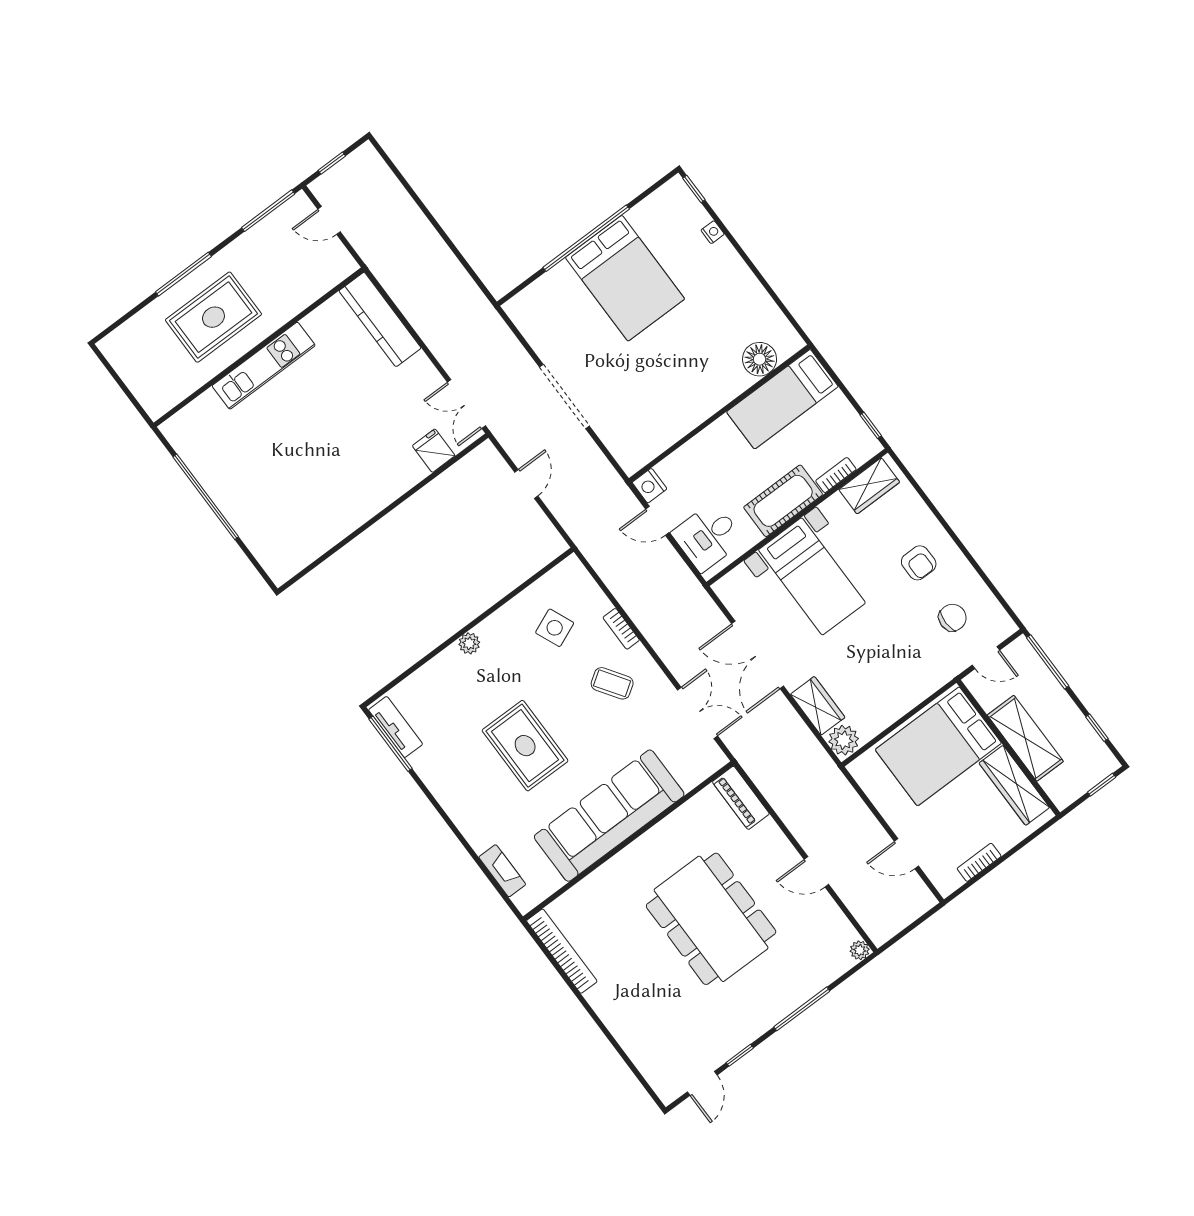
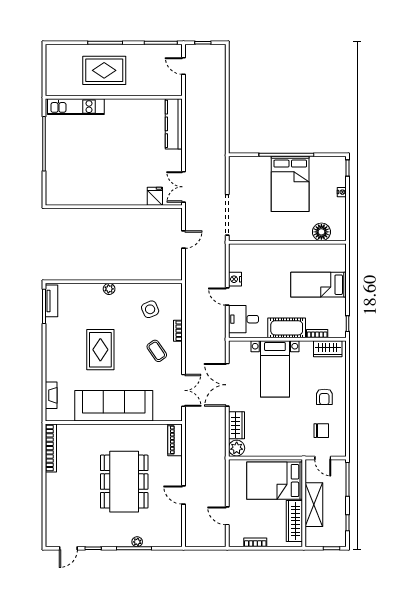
floor lamp: (760, 359) -> (321, 232), moved
kitchen unit: (264, 366) -> (76, 107), moved
wall: (719, 414) -> (287, 242), moved
plant: (860, 950) -> (137, 542), moved

